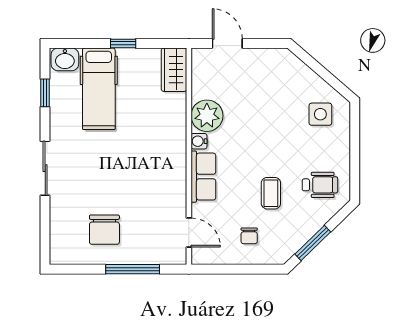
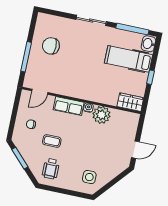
door: (227, 43) -> (135, 150), moved
window: (45, 93) -> (132, 29), width x2.17

